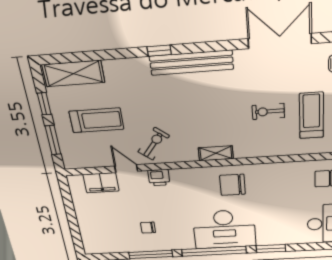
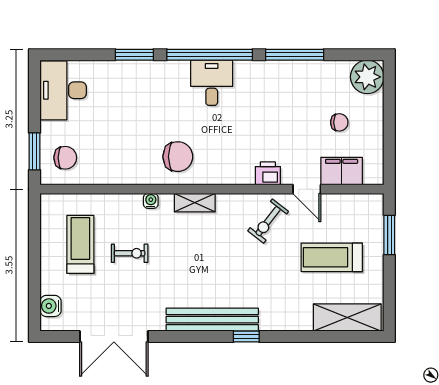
window: (44, 104) -> (389, 283), removed
treadmill: (311, 116) -> (80, 244), turned 180
water cooler: (252, 152) -> (151, 201), added
chair: (148, 228) -> (339, 122), moved
desk: (224, 229) -> (212, 83), width x0.53, depth x0.77
plant: (95, 244) -> (367, 77), added

